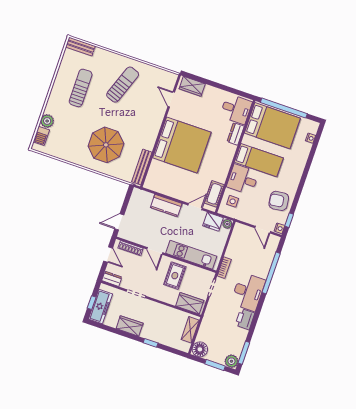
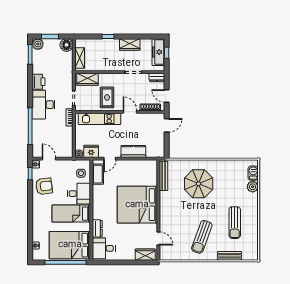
bench: (80, 47) -> (229, 256), moved

